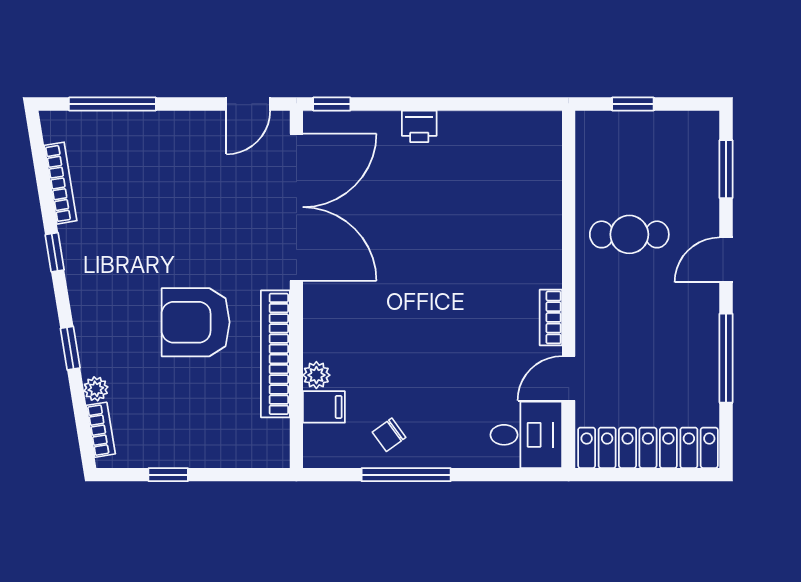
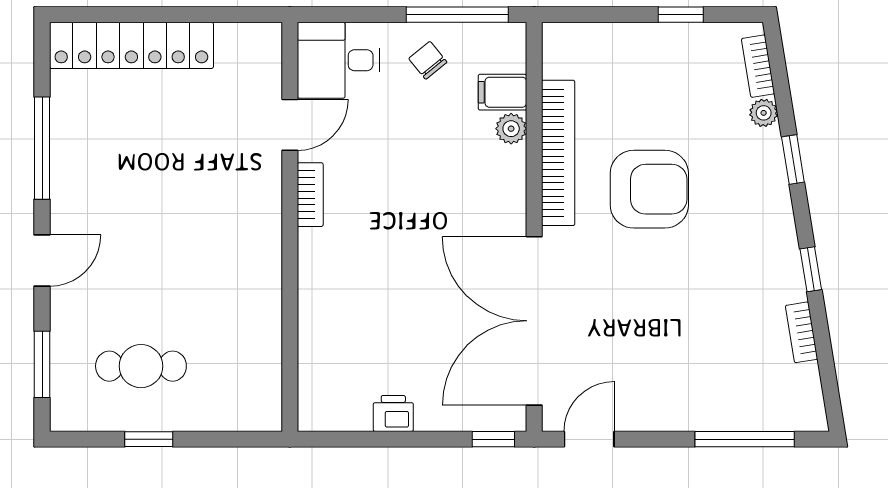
bookcase: (60, 183) -> (802, 332), width x0.64
cafe table: (629, 234) -> (141, 366), moved
wall: (569, 289) -> (290, 227), moved
bookcase: (551, 317) -> (310, 195), moved
door: (569, 378) -> (290, 125), moved
chair: (389, 435) -> (428, 60), turned -93
desk: (526, 435) -> (338, 60), moved
window: (406, 475) -> (457, 15), moved

